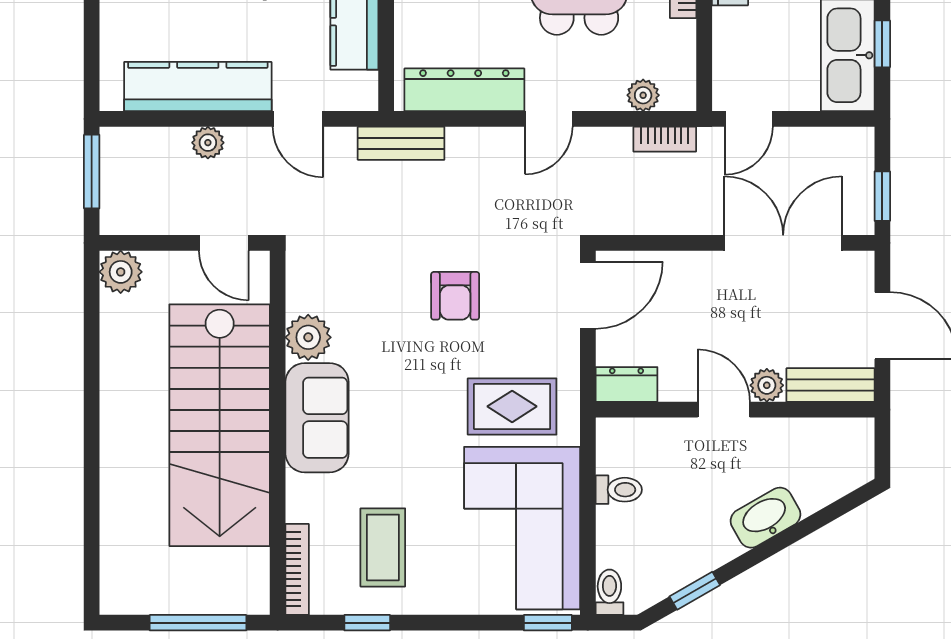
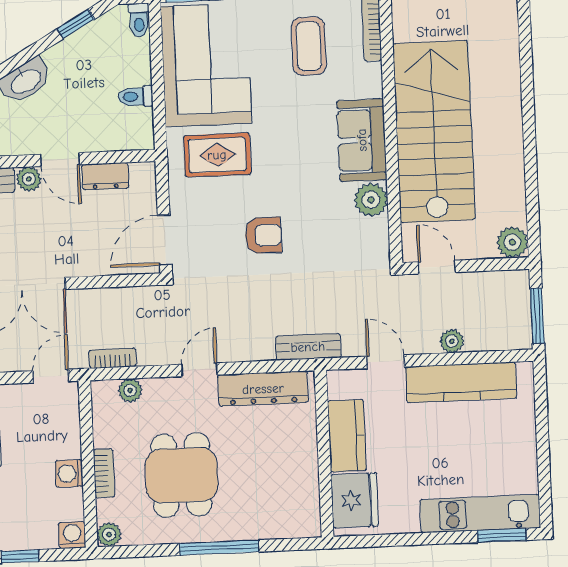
armchair: (455, 296) -> (263, 235), turned 90
dresser: (626, 384) -> (105, 176), moved

